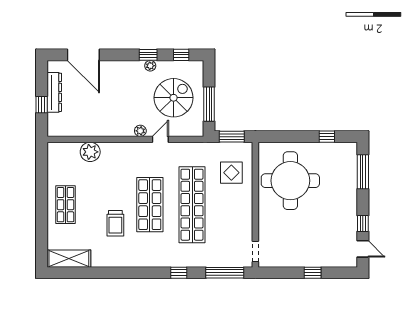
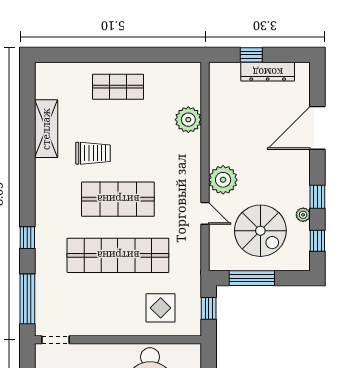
door: (83, 55) -> (317, 128), moved
plant: (150, 66) -> (303, 215), moved
plant: (140, 131) -> (223, 180), width x1.87, depth x1.87
window: (232, 137) -> (209, 308), width x0.67
trolley: (115, 223) -> (93, 153), turned 180
shelving: (69, 259) -> (46, 129), moved

